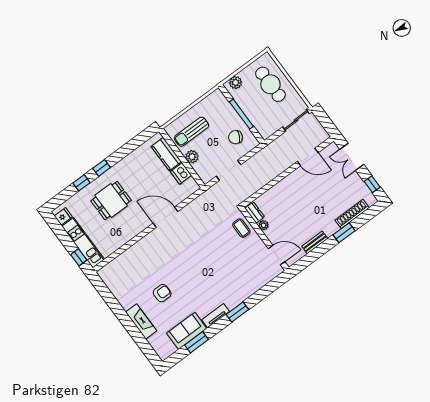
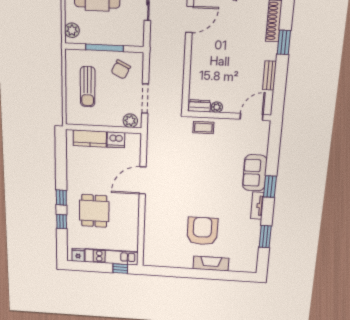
sun lounger: (191, 132) -> (88, 87), moved
plant: (192, 157) -> (130, 121), moved
armchair: (162, 293) -> (202, 231), width x1.88, depth x1.88
sofa: (187, 331) -> (255, 173), moved

